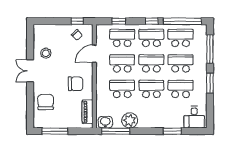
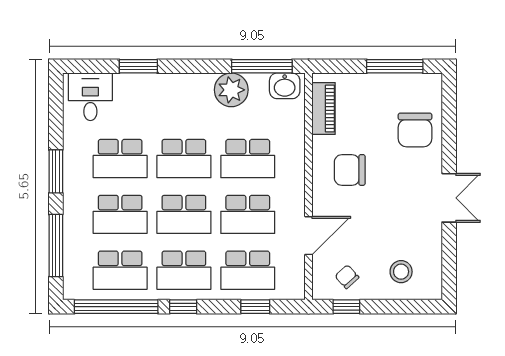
stool: (46, 53) -> (401, 272), moved

